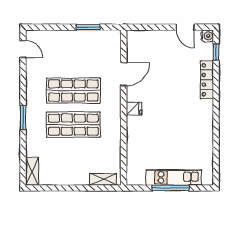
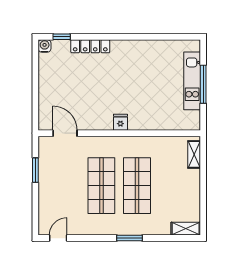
door: (185, 27) -> (35, 69), removed
door: (124, 74) -> (65, 133), moved

